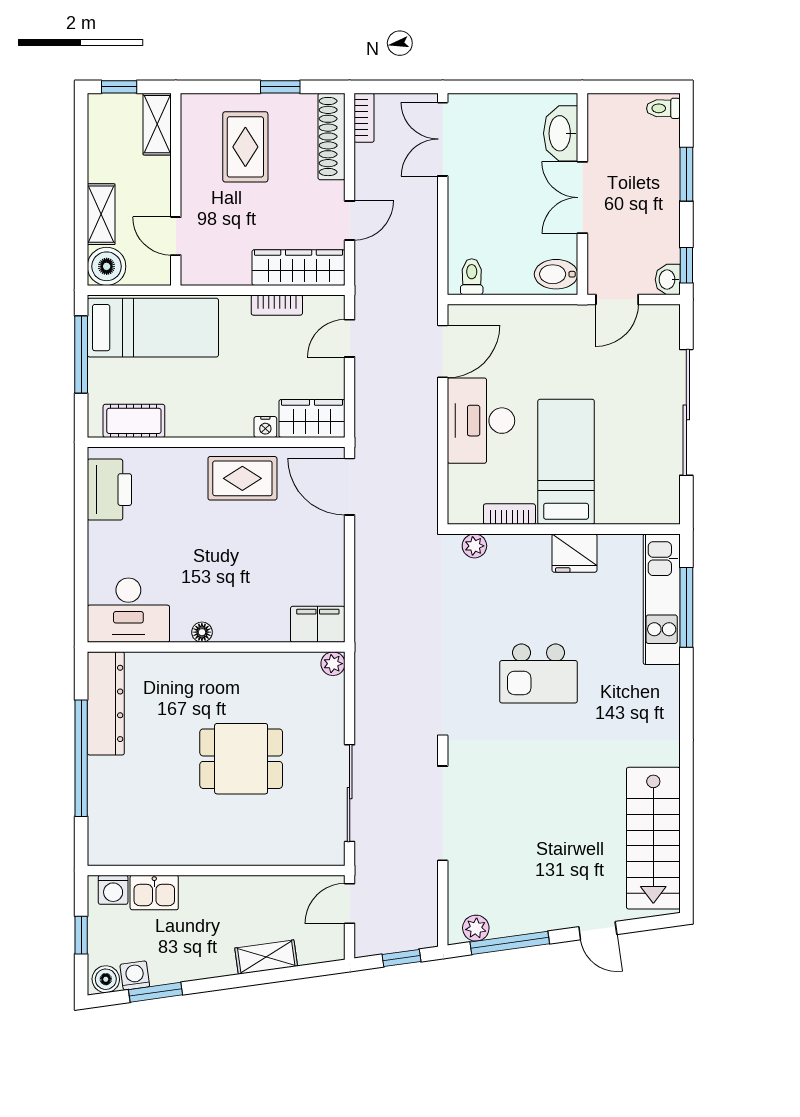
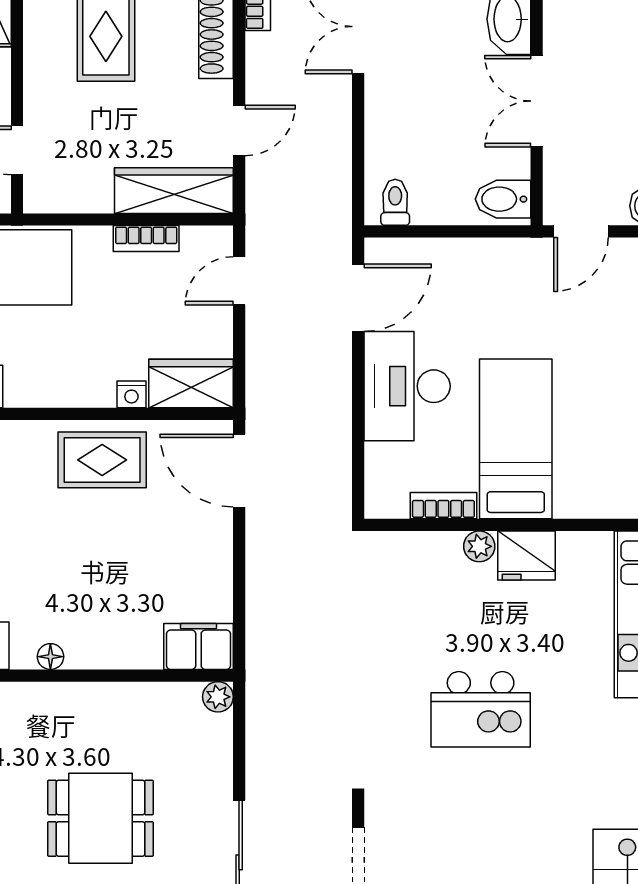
plant: (474, 546) -> (479, 546), moved

